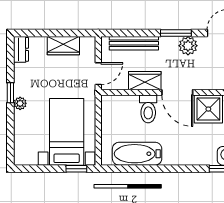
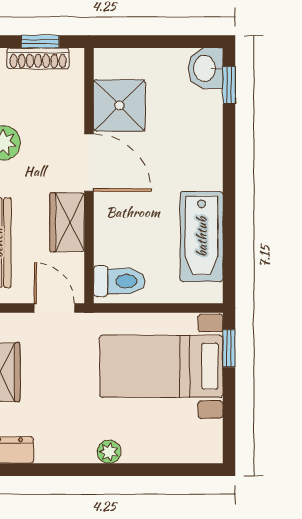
door: (177, 92) -> (89, 163), hinge flipped
window: (10, 93) -> (90, 470), removed
toilet: (148, 109) -> (119, 281), moved

